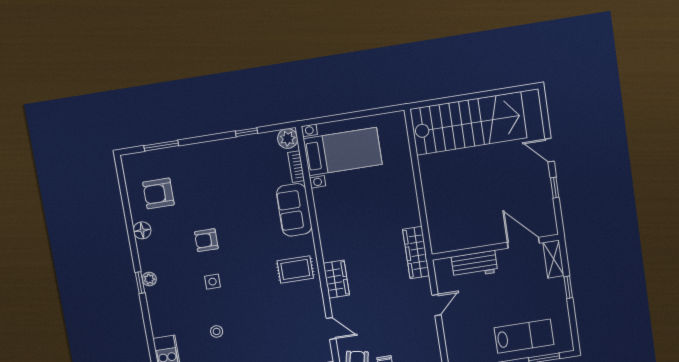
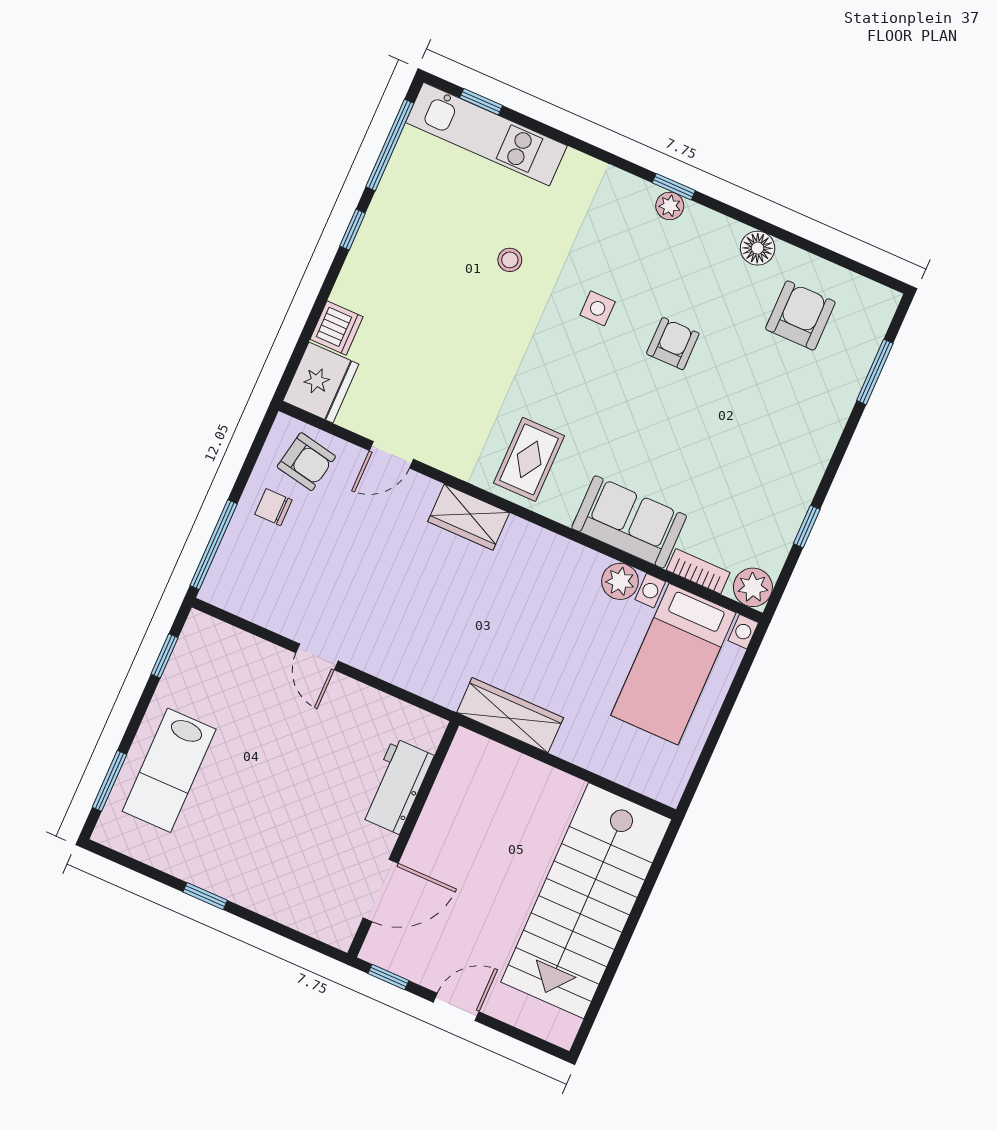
plant: (322, 197) -> (620, 581), added
door: (523, 243) -> (381, 890), moved
wall: (495, 247) -> (403, 839), moved
wardrobe: (416, 253) -> (510, 715), moved
shelving: (553, 259) -> (269, 901), removed
workbench: (474, 265) -> (396, 786), moved

